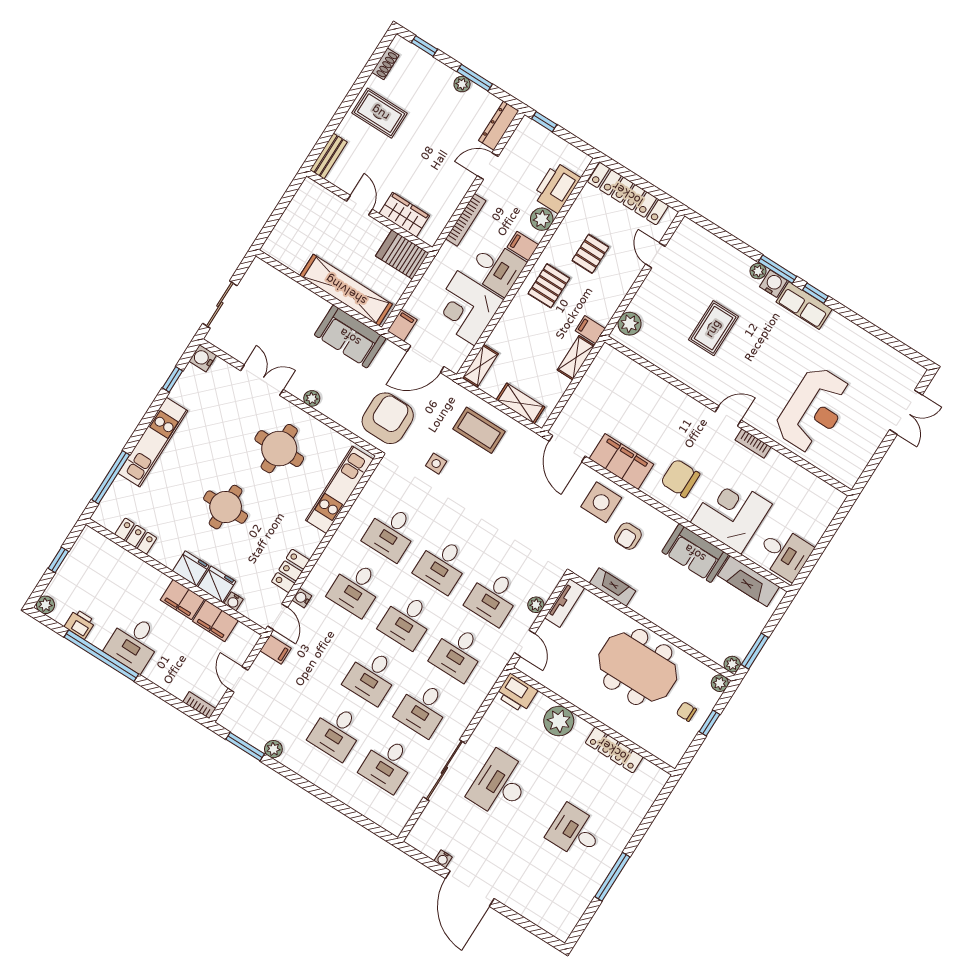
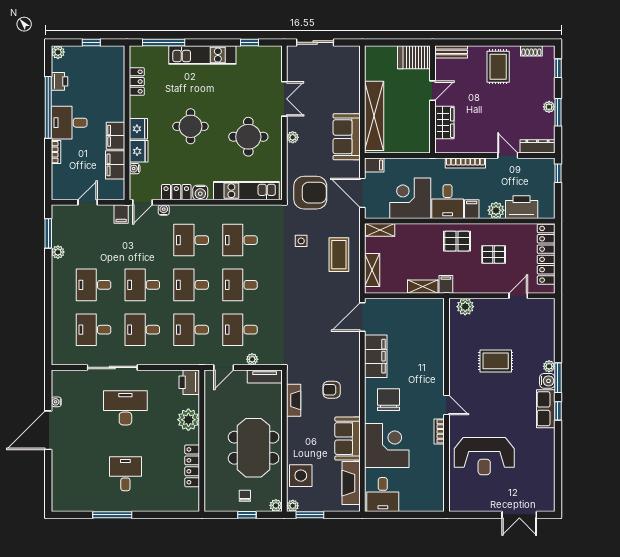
server rack: (402, 255) -> (414, 57), moved, turned -90
water cooler: (203, 358) -> (200, 192), moved, turned 180
side table: (601, 502) -> (301, 476), moved
bookcase: (199, 705) -> (56, 152), moved

